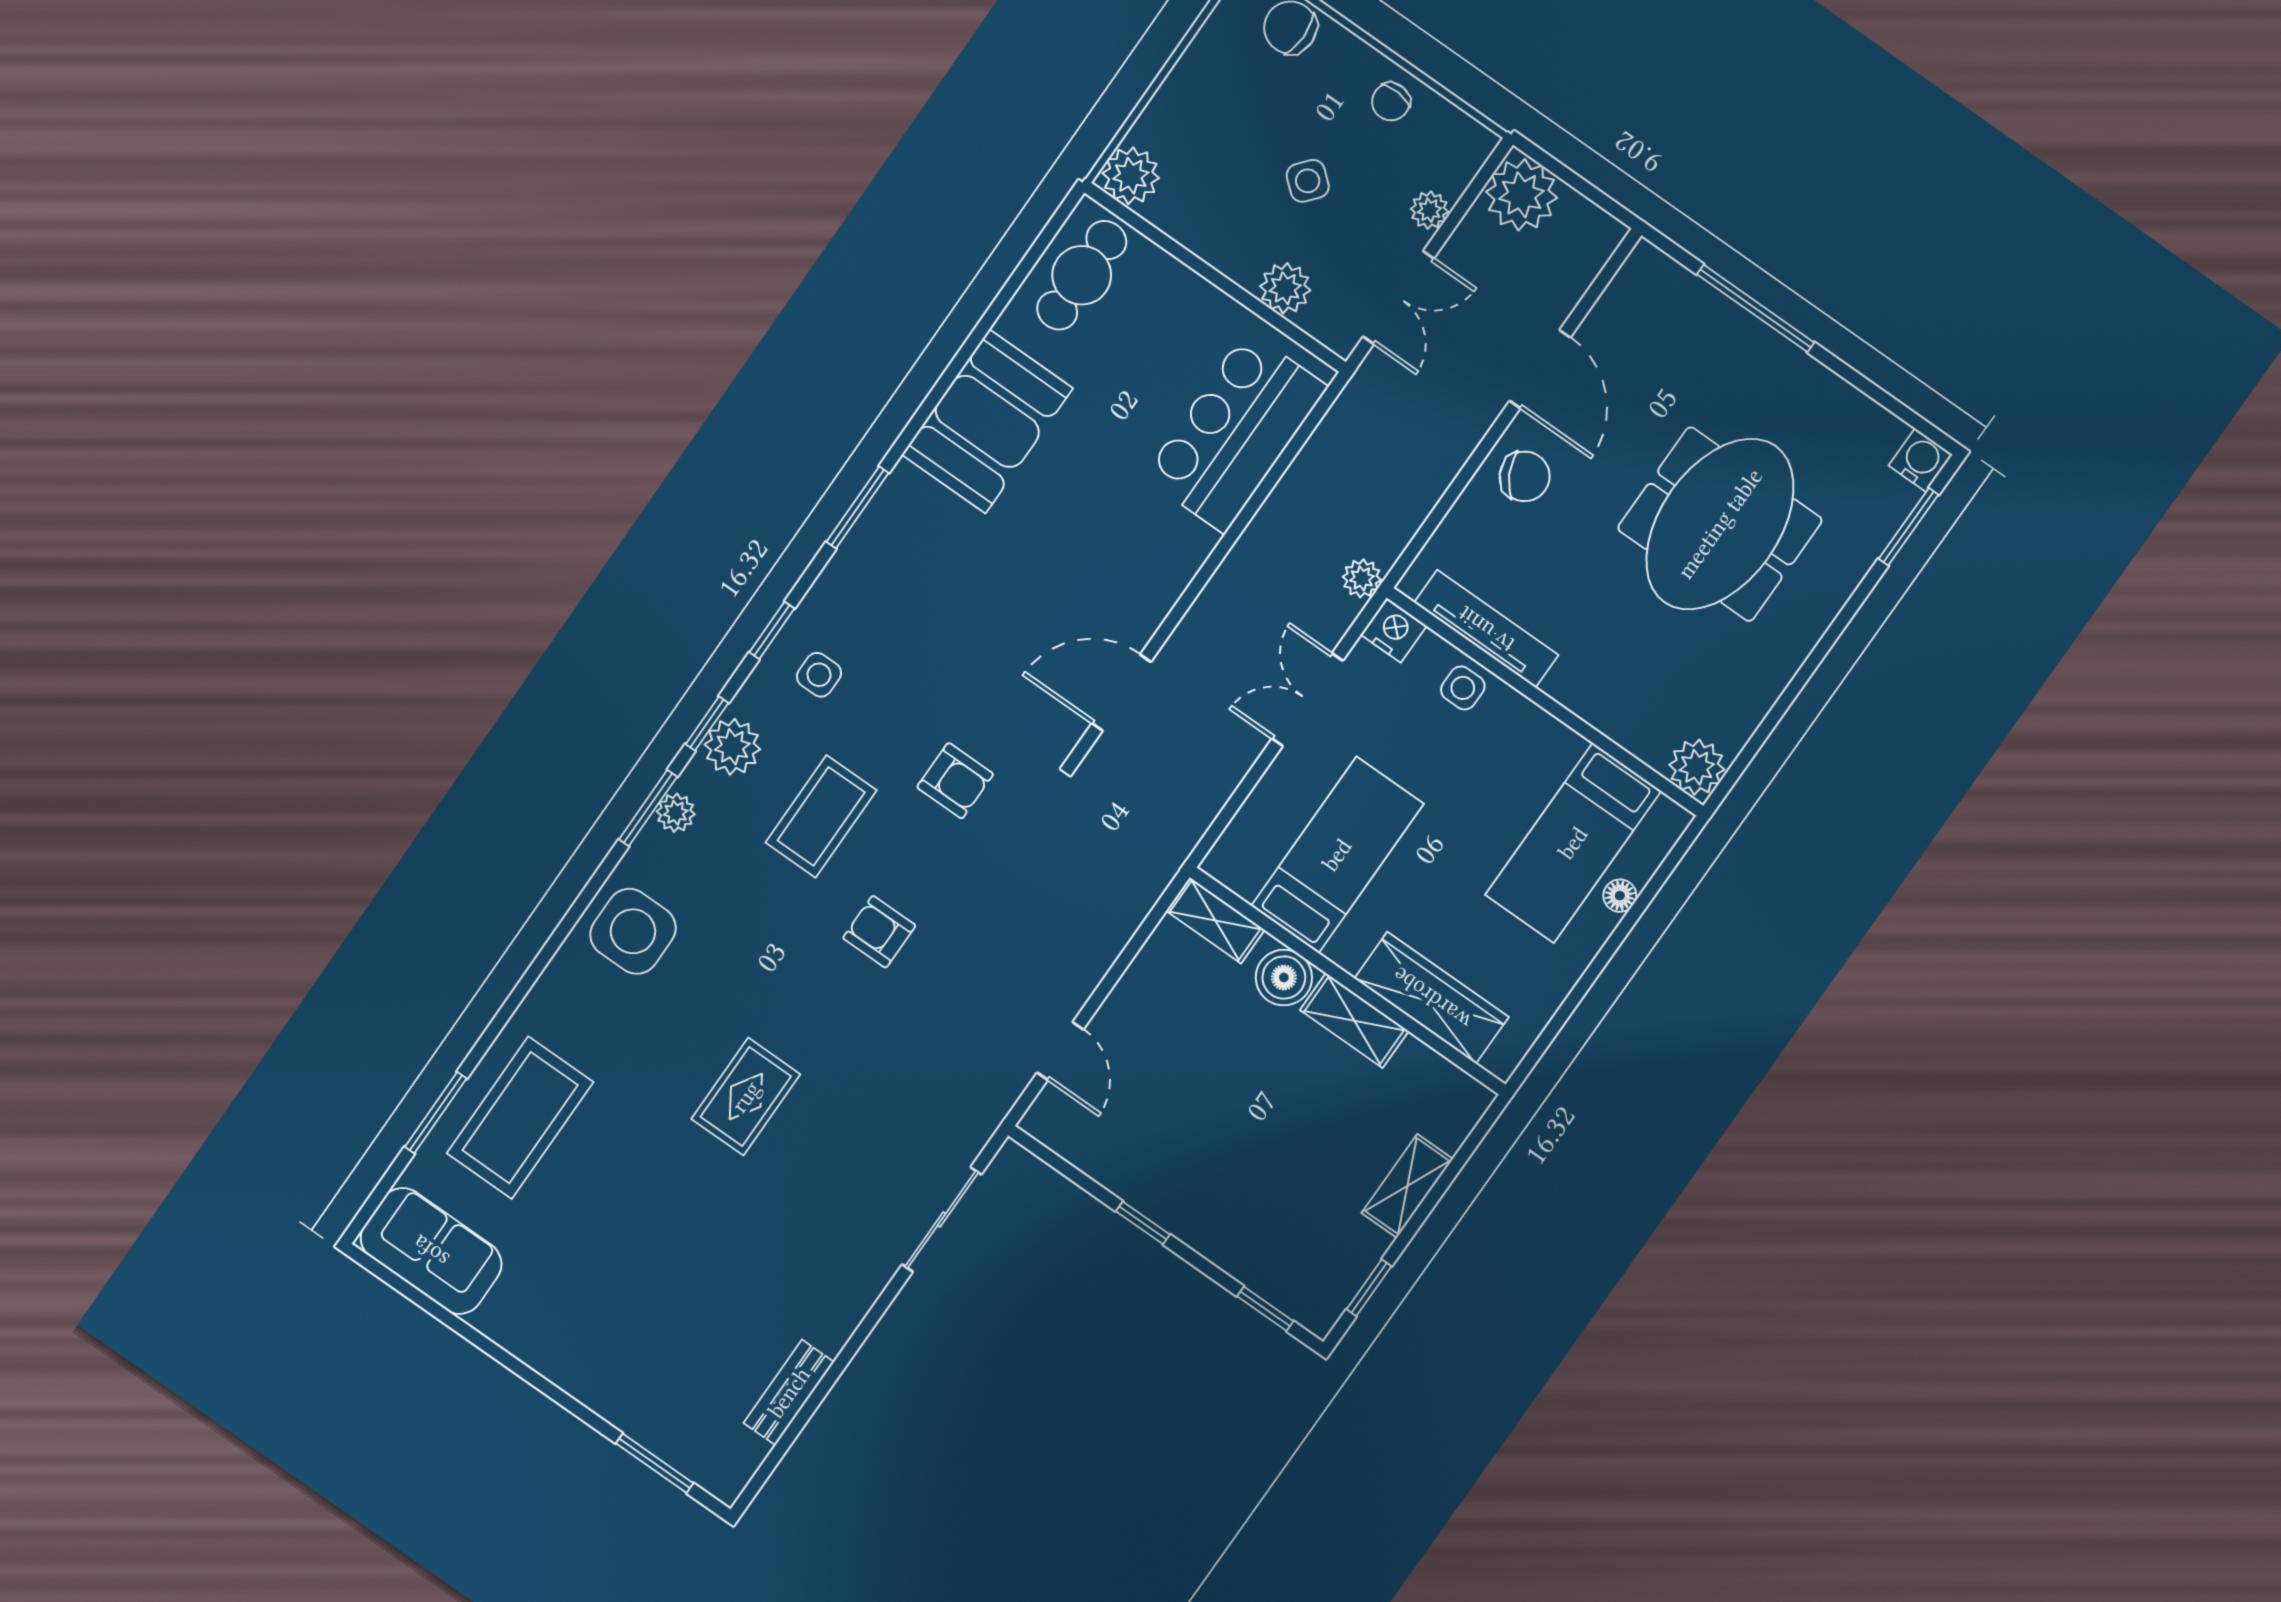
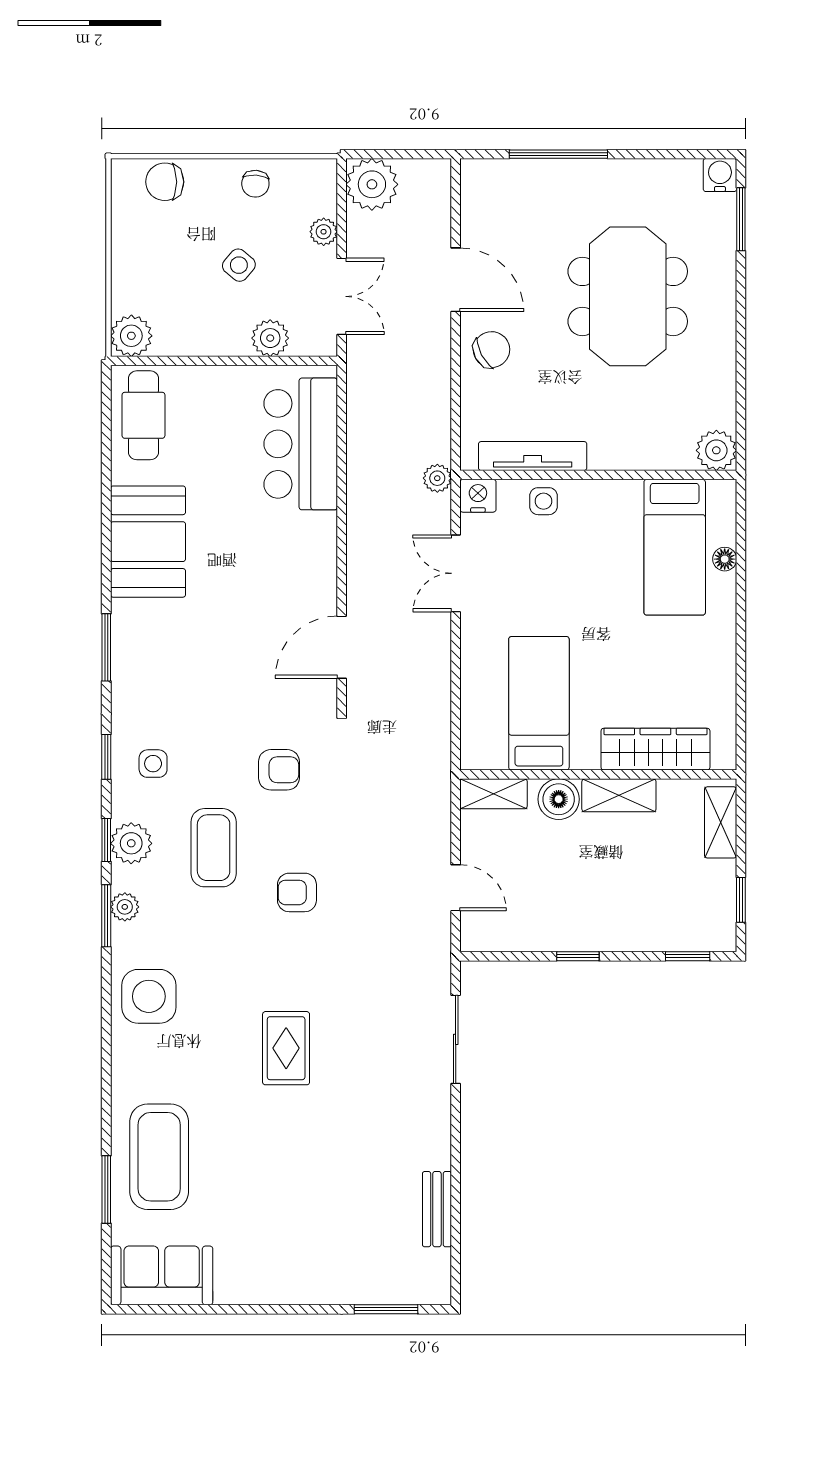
bed: (1337, 855) -> (539, 703), moved
shelving: (1215, 920) -> (494, 794), moved
boiler: (1284, 978) -> (559, 799), moved
wall: (1348, 981) -> (598, 774), moved
wardrobe: (1432, 998) -> (655, 749), moved
shelving: (1354, 1021) -> (619, 795), moved

